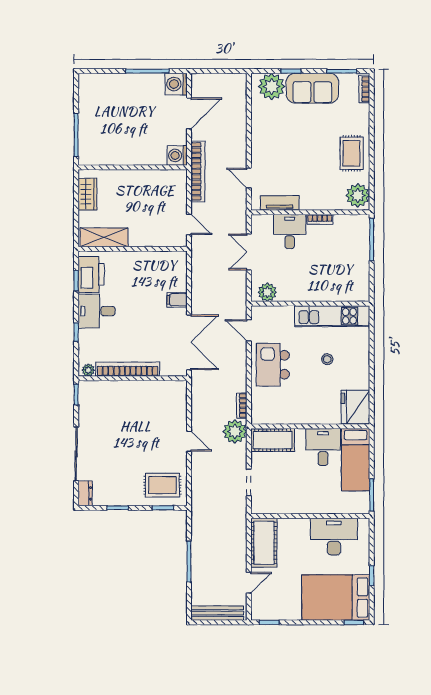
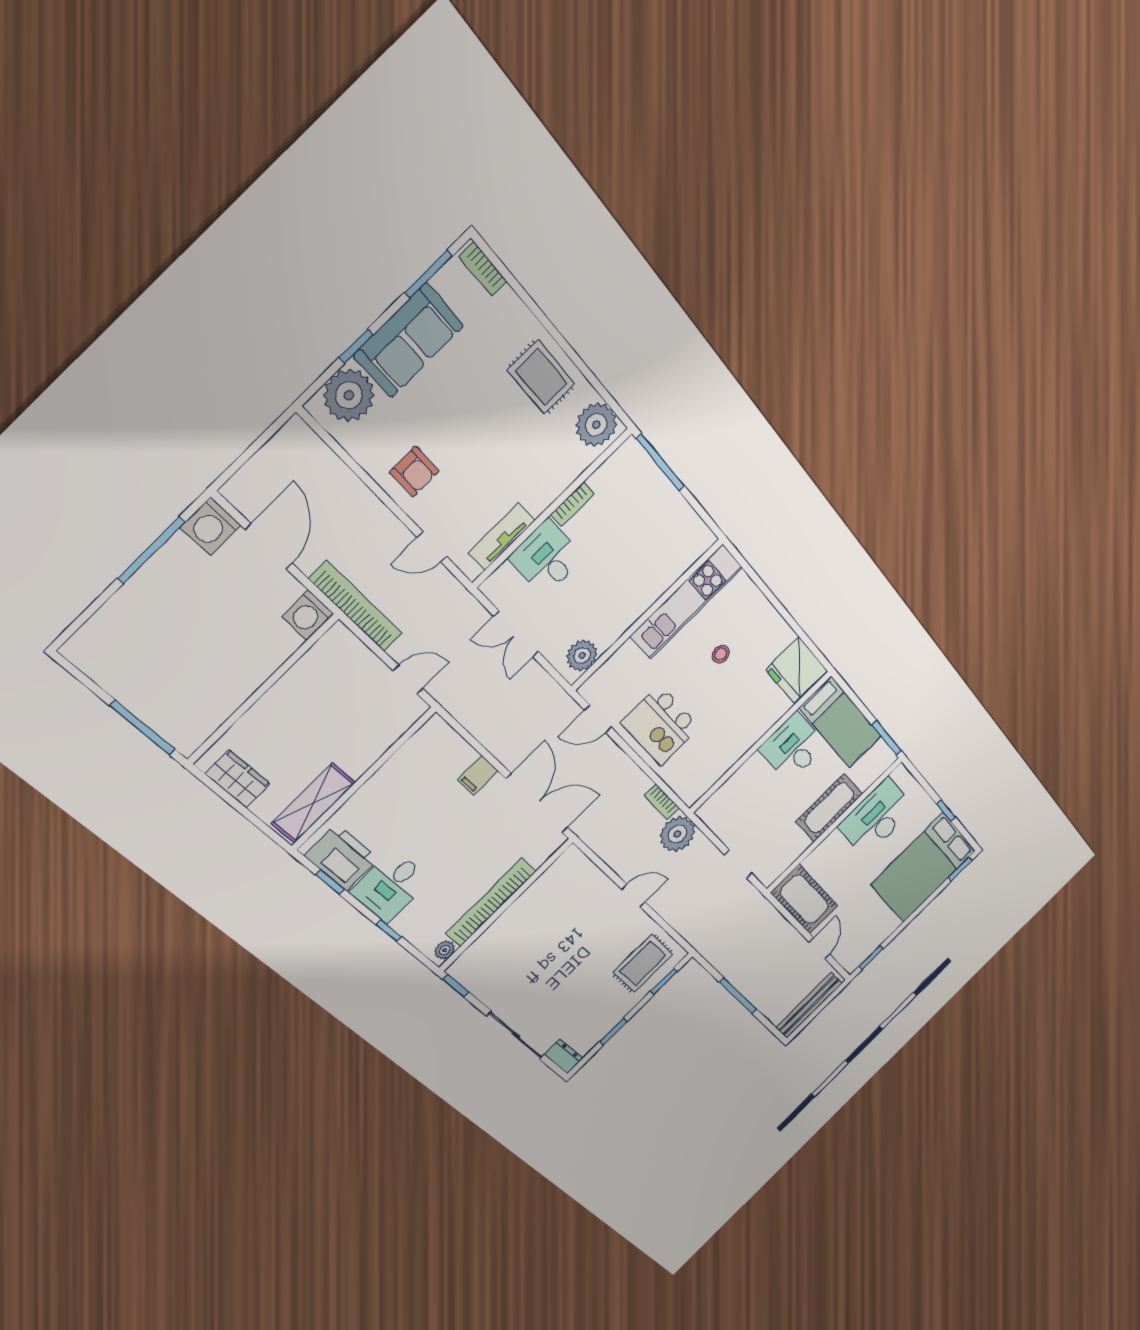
armchair: (269, 141) -> (414, 472), added
cot: (273, 440) -> (829, 808), moved

